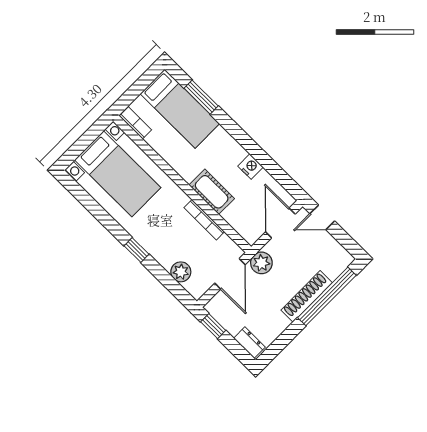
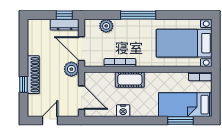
door: (322, 217) -> (50, 121), moved
window: (137, 250) -> (138, 15), width x2.17
window: (327, 296) -> (23, 84), width x0.32
dresser: (249, 343) -> (65, 25), moved, width x1.44

